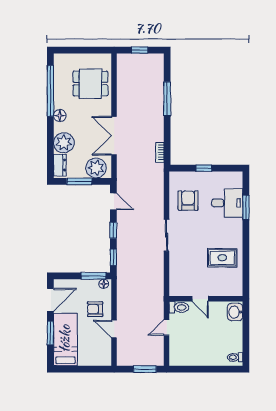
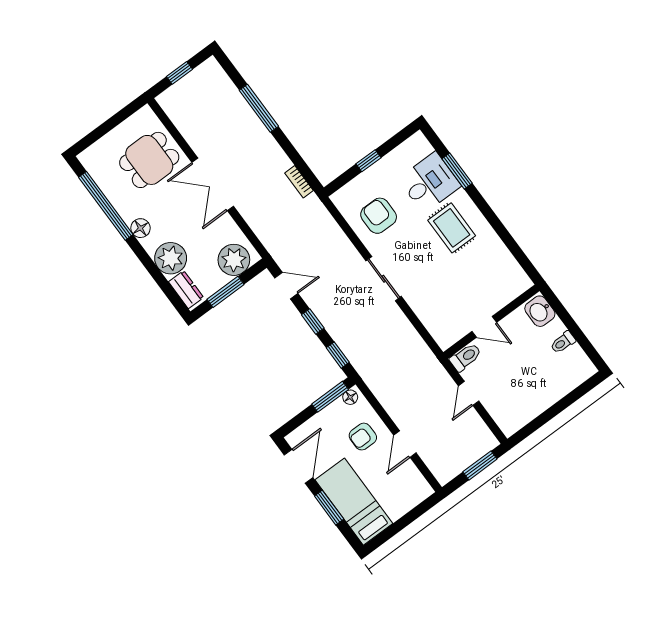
double door: (114, 136) -> (213, 184), moved
rug: (222, 258) -> (452, 228), moved, turned 90
door: (114, 329) -> (405, 444), hinge flipped
toilet: (235, 357) -> (563, 342), moved

